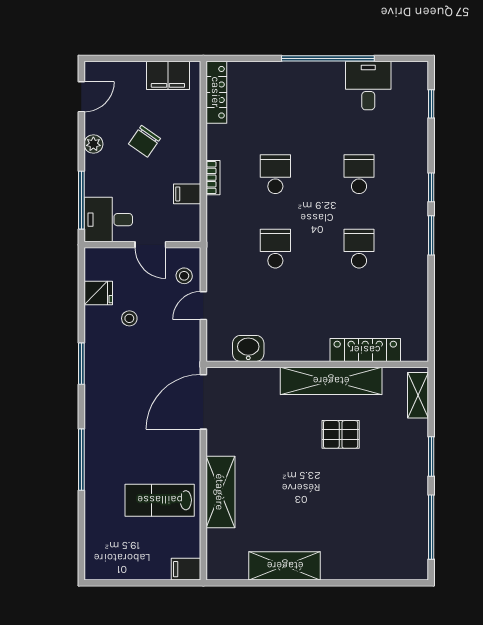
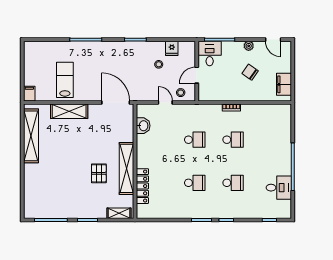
locker: (216, 92) -> (275, 109), removed
filing cabinet: (187, 194) -> (223, 94), removed
shelving: (285, 566) -> (31, 136), width x1.47

